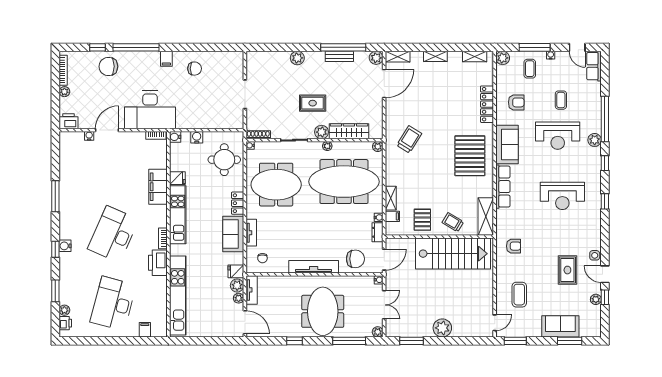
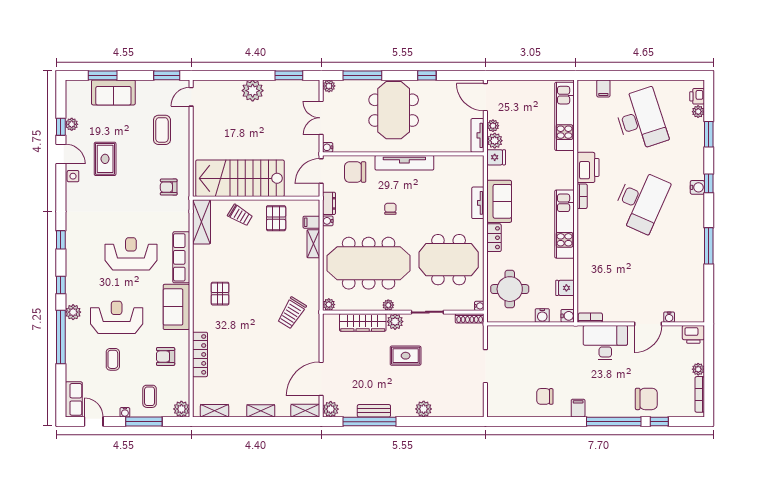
desk: (150, 110) -> (605, 343), width x0.73, depth x0.77
pallet: (470, 156) -> (220, 294), width x0.49, depth x0.50
fridge: (177, 178) -> (565, 288), moved
filing cabinet: (158, 187) -> (588, 257), removed
reception desk: (562, 196) -> (131, 254), moved
chair: (262, 258) -> (390, 209), moved
kitchen unit: (178, 296) -> (565, 116), width x0.73
desk: (113, 304) -> (641, 119), turned -33

